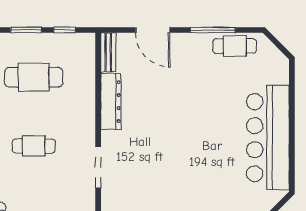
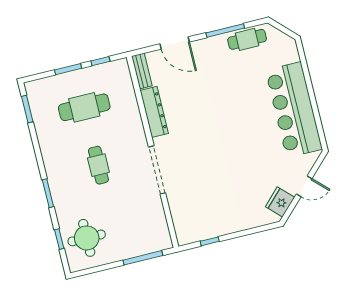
cafe table: (34, 146) -> (98, 165), turned 90
doorway: (98, 167) -> (157, 170), width x1.36

